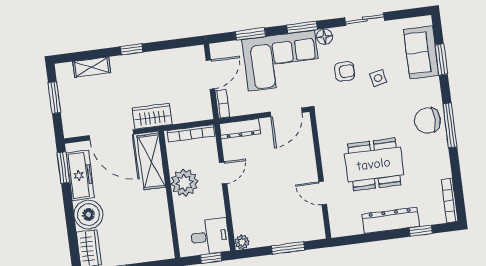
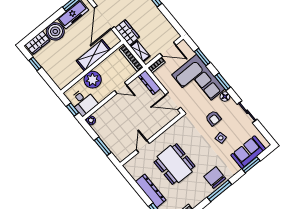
shelving: (189, 115) -> (140, 51), added
shelving: (151, 161) -> (93, 55), moved
plant: (184, 183) -> (93, 80), moved

